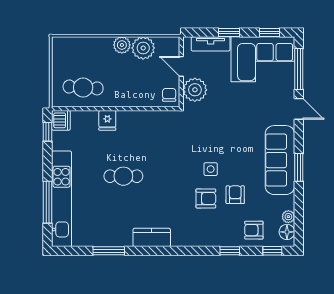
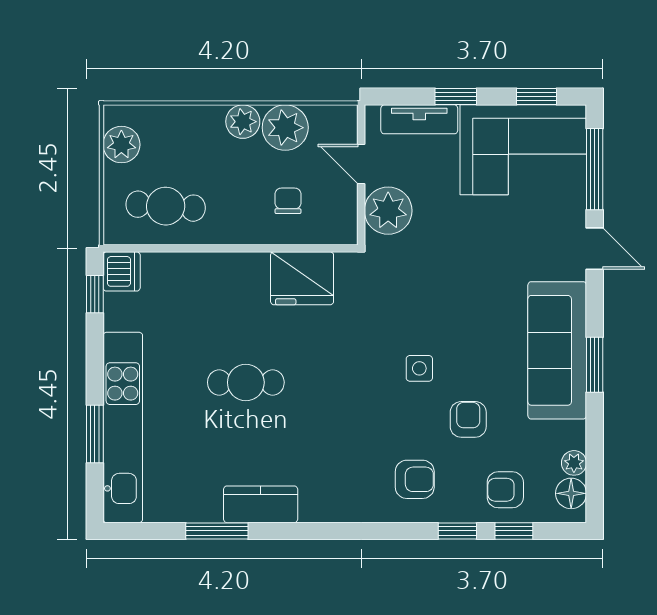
plant: (61, 57) -> (121, 145), added
chair: (169, 95) -> (288, 201), moved
fridge: (107, 120) -> (302, 278), moved, width x1.88, depth x1.34
armchair: (206, 198) -> (415, 479), moved
window: (48, 202) -> (95, 434), width x0.69
kitchen counter: (152, 237) -> (261, 504), moved
window: (272, 251) -> (514, 531), moved

